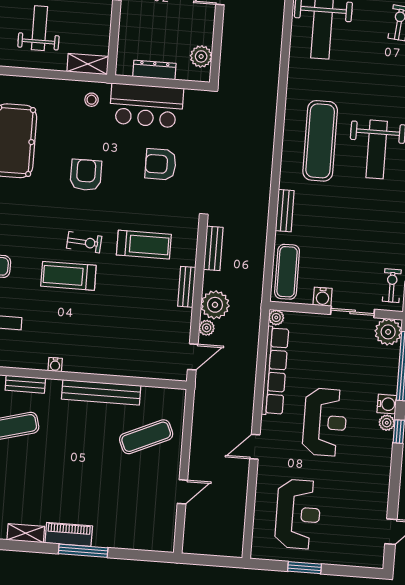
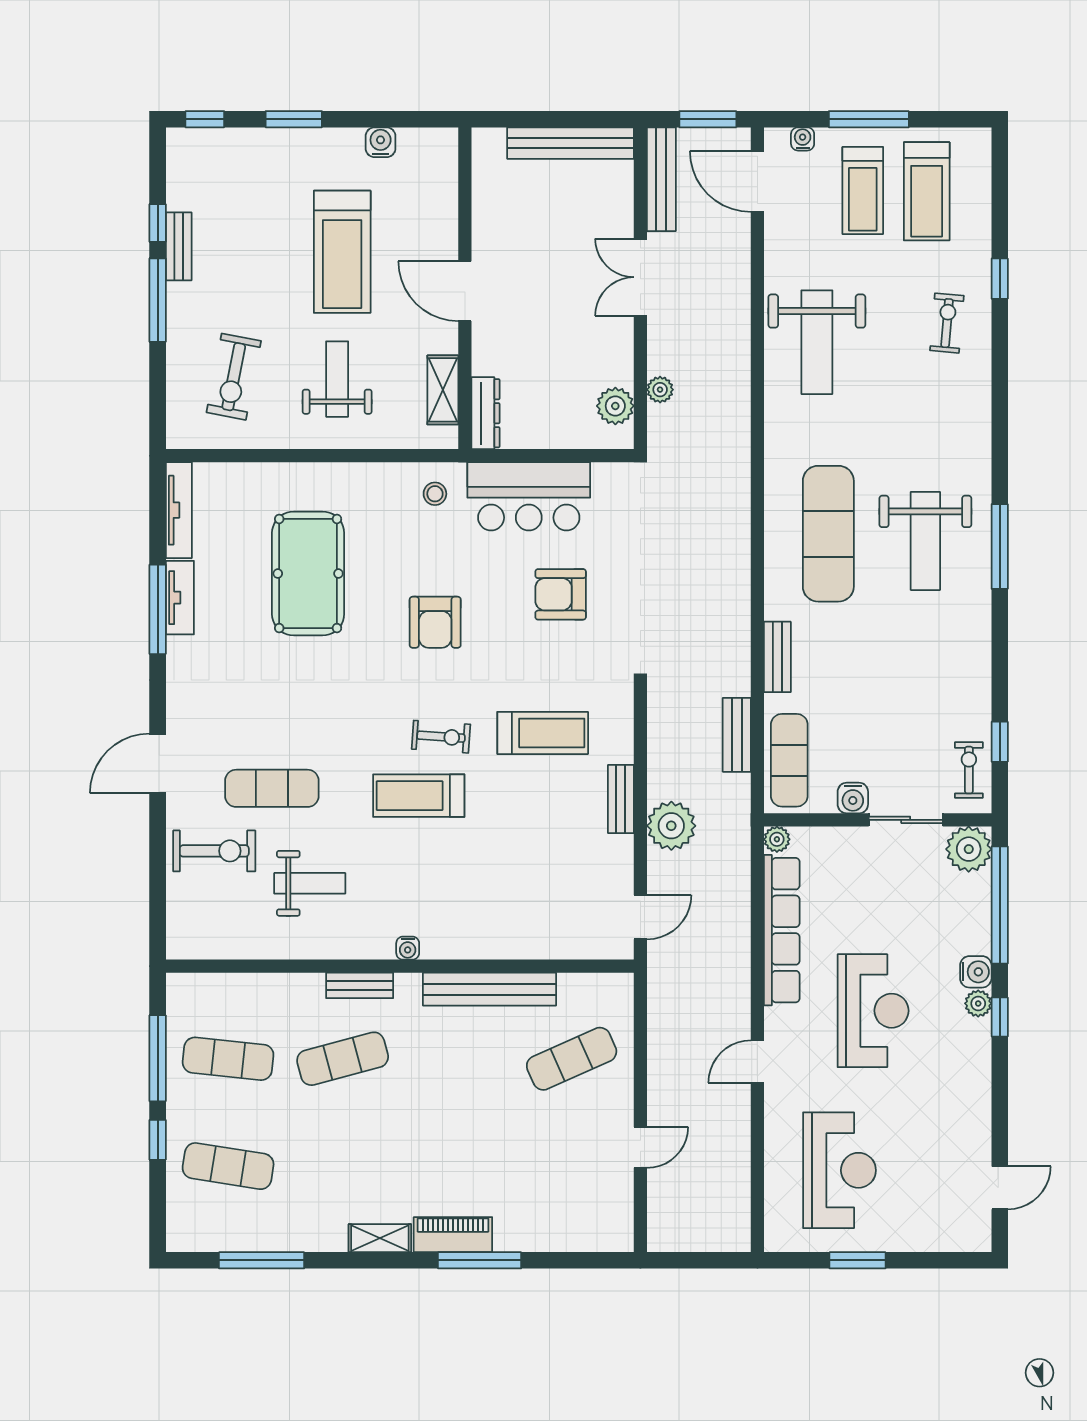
shelving: (88, 64) -> (443, 390), moved, turned 90
dresser: (154, 70) -> (485, 413), moved, turned 90
armchair: (86, 175) -> (435, 622), turned 180
bench: (213, 248) -> (737, 735), moved
plant: (207, 328) -> (660, 390), moved

